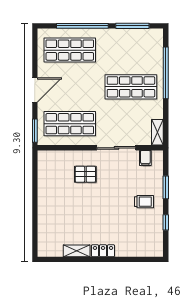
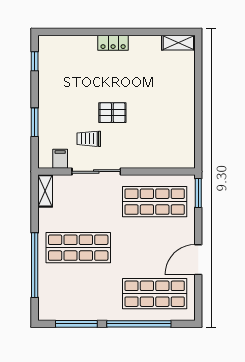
door: (35, 90) -> (198, 260), moved
pallet: (85, 174) -> (112, 113), moved
trolley: (144, 202) -> (89, 139), moved
window: (166, 222) -> (35, 61), moved
shelving: (77, 251) -> (178, 43), moved

